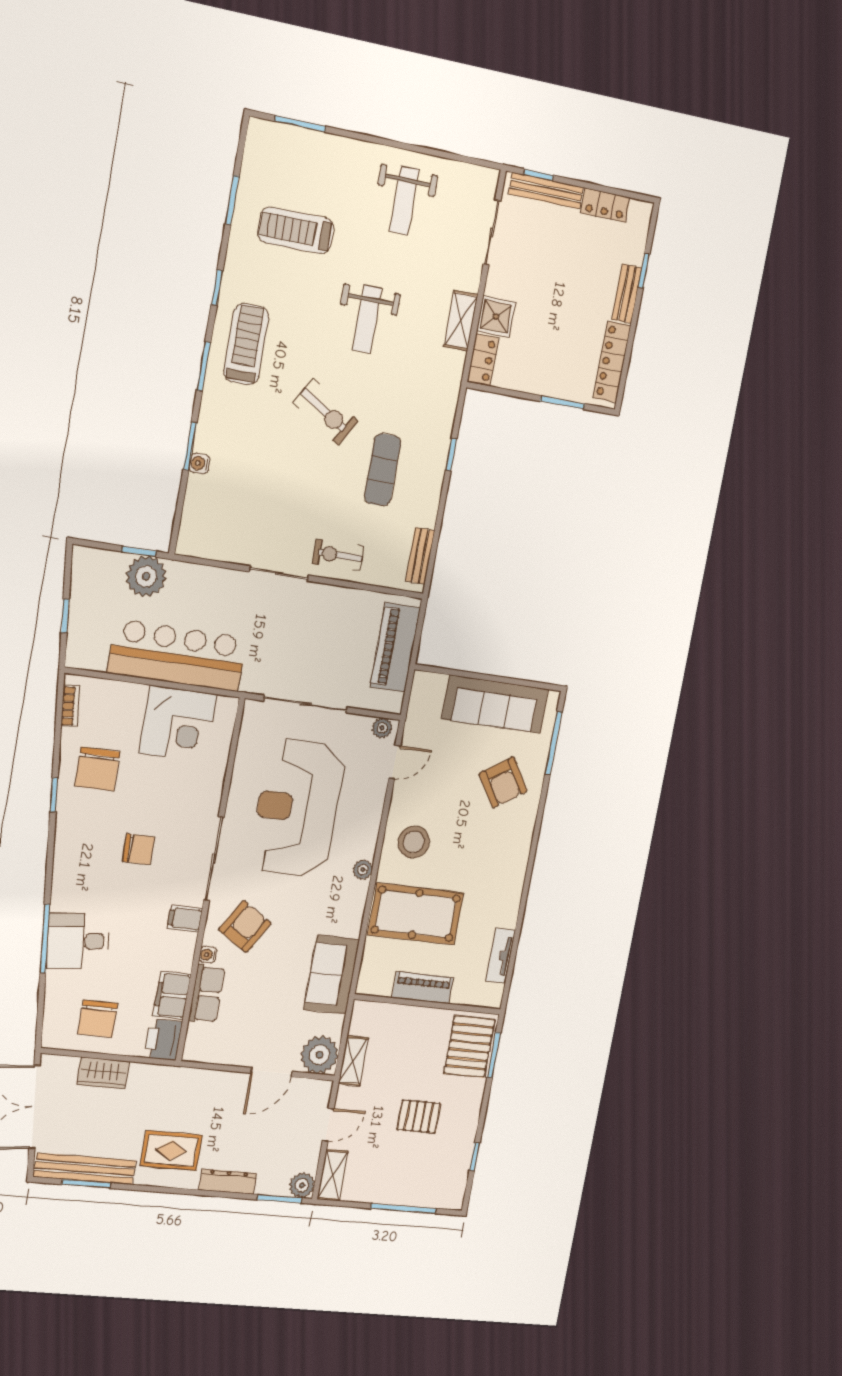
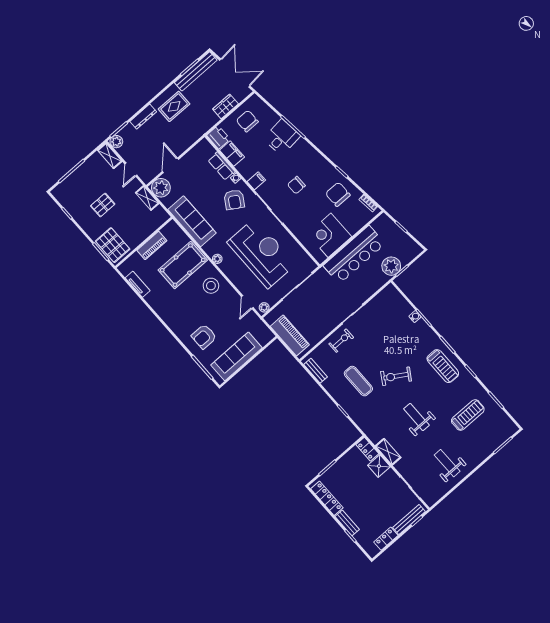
armchair: (503, 782) -> (204, 337), turned -57
sofa: (332, 975) -> (192, 221), width x1.36

